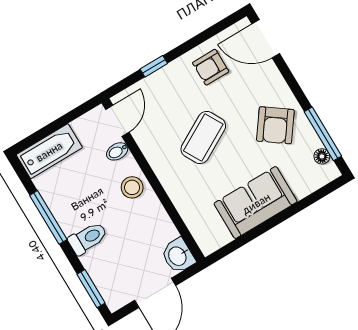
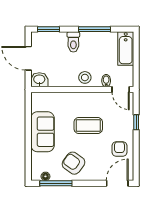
coffee table: (203, 137) -> (88, 125), turned -61

